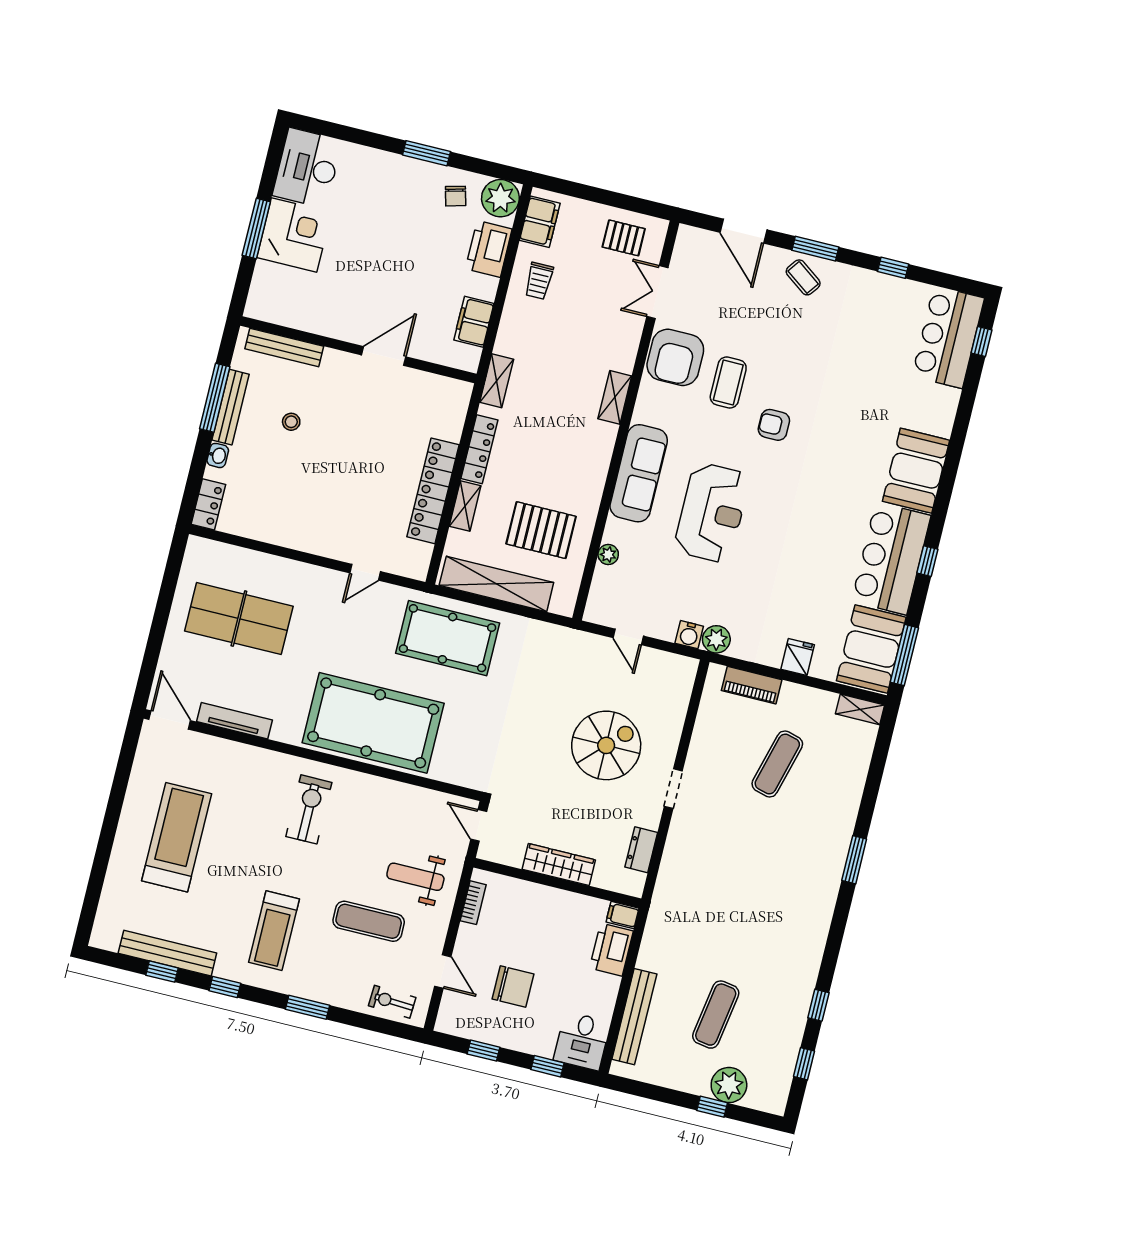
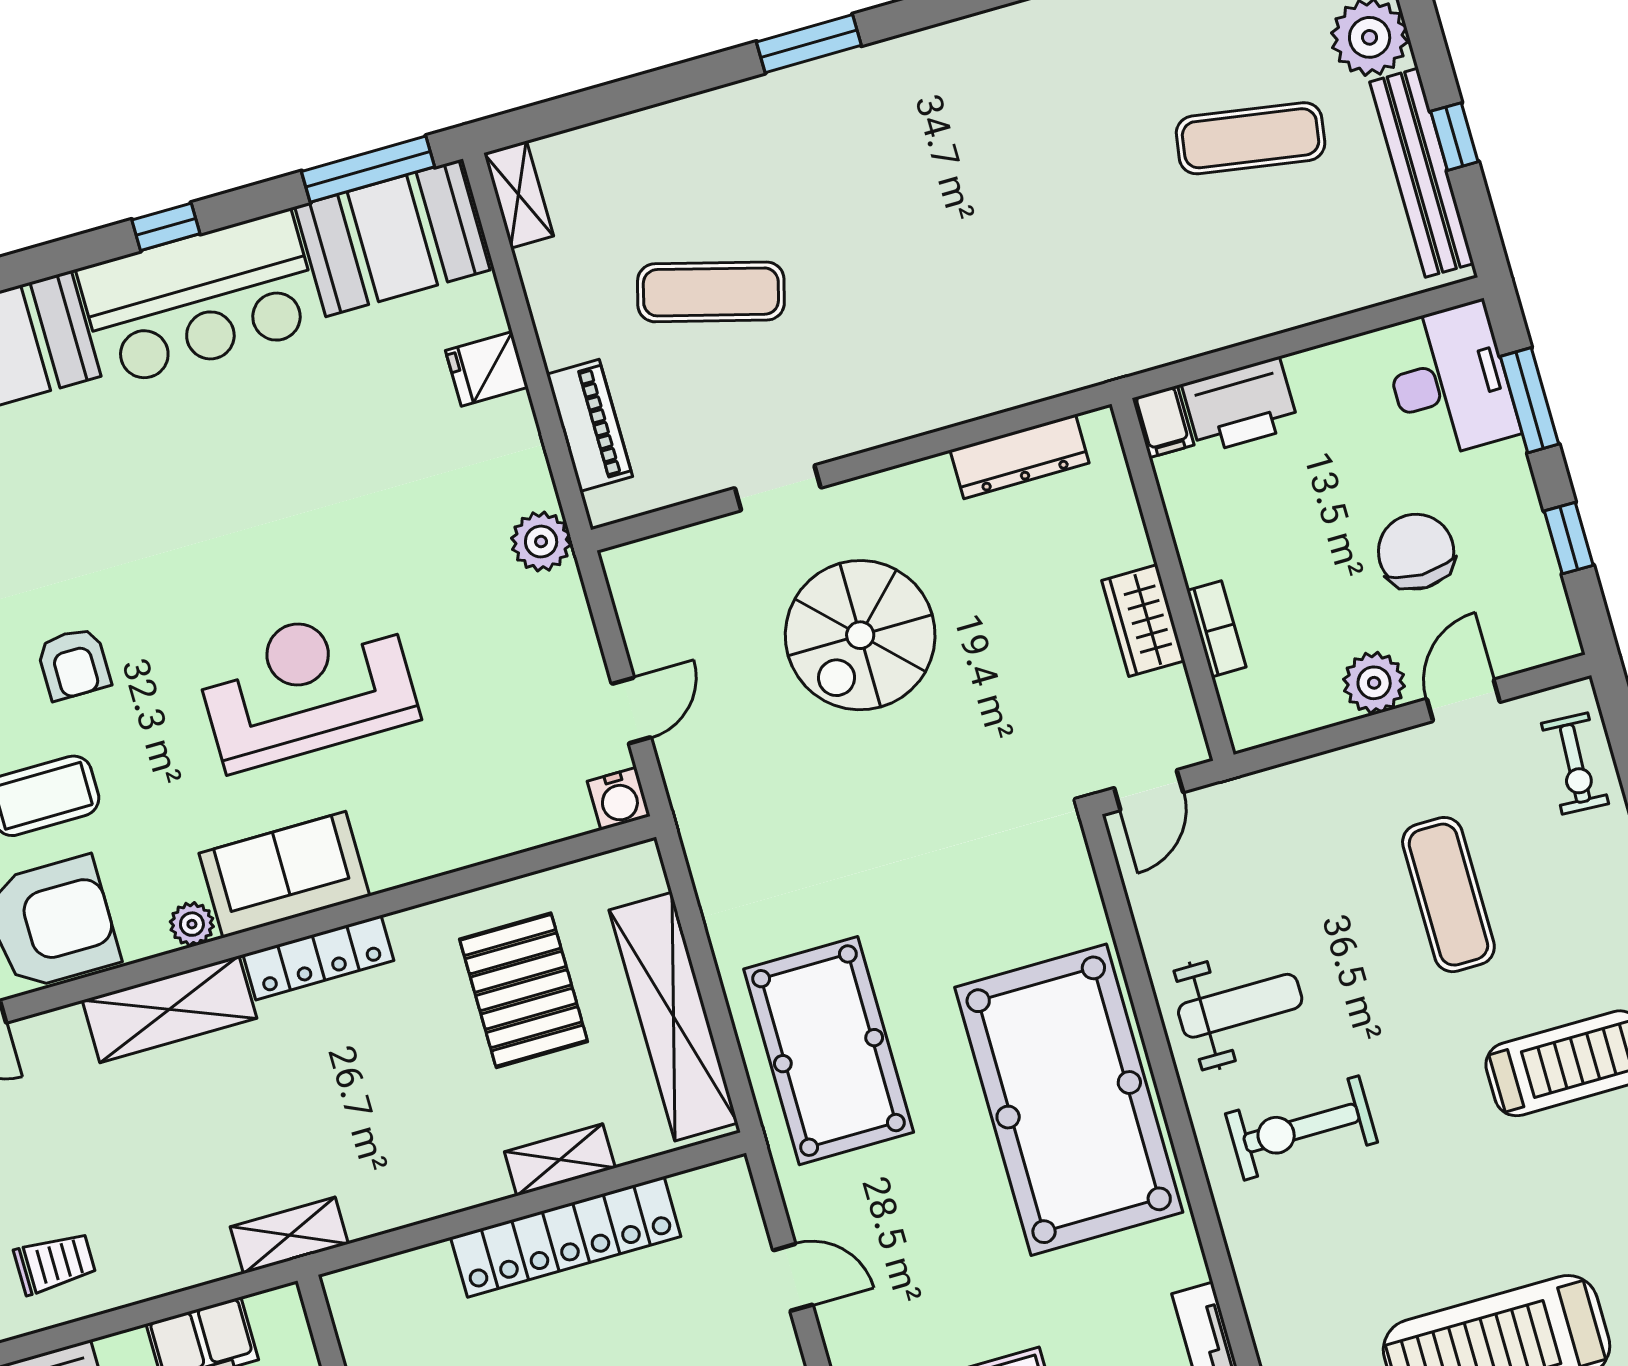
shelving: (615, 397) -> (169, 1009), width x1.50, depth x1.33
locker: (479, 449) -> (318, 958), moved, turned 180
sofa: (639, 473) -> (284, 875), width x0.73
plant: (608, 554) -> (192, 924), moved
water cooler: (689, 635) -> (619, 799), moved, turned 90
spiral stairs: (606, 745) -> (860, 635), turned -90
doorway: (673, 789) -> (778, 488), moved
dresser: (641, 850) -> (1020, 457), width x1.44
wardrobe: (559, 865) -> (1143, 621), width x0.67
weight bench: (415, 877) -> (1240, 1006), moved, turned -90
bookcase: (473, 903) -> (1216, 629), moved, turned 90
plant: (470, 940) -> (1374, 683), added
bench: (634, 1017) -> (1422, 173), moved, turned 90
desk: (582, 1041) -> (1450, 381), width x1.37
window: (548, 1066) -> (1529, 400), width x1.50
window: (712, 1107) -> (1454, 137), moved

